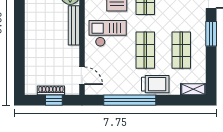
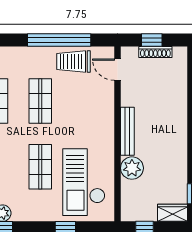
checkout: (108, 33) -> (86, 121), removed
trolley: (155, 84) -> (73, 62), moved

